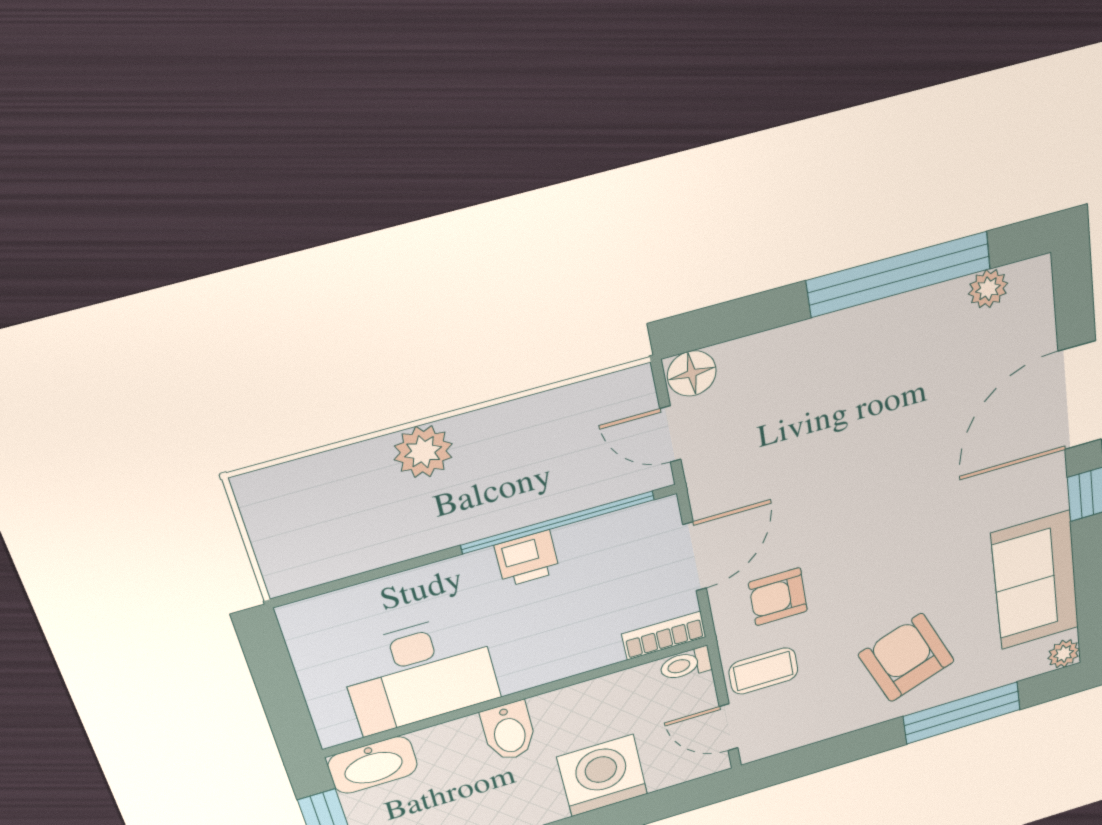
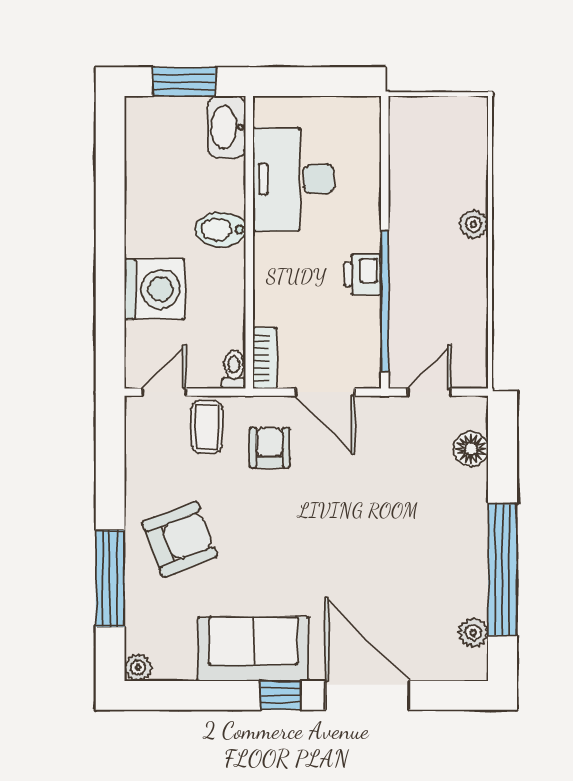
floor lamp: (692, 373) -> (471, 449), moved
plant: (423, 452) -> (473, 224), width x0.73, depth x0.73
sofa: (1035, 581) -> (253, 649), moved

